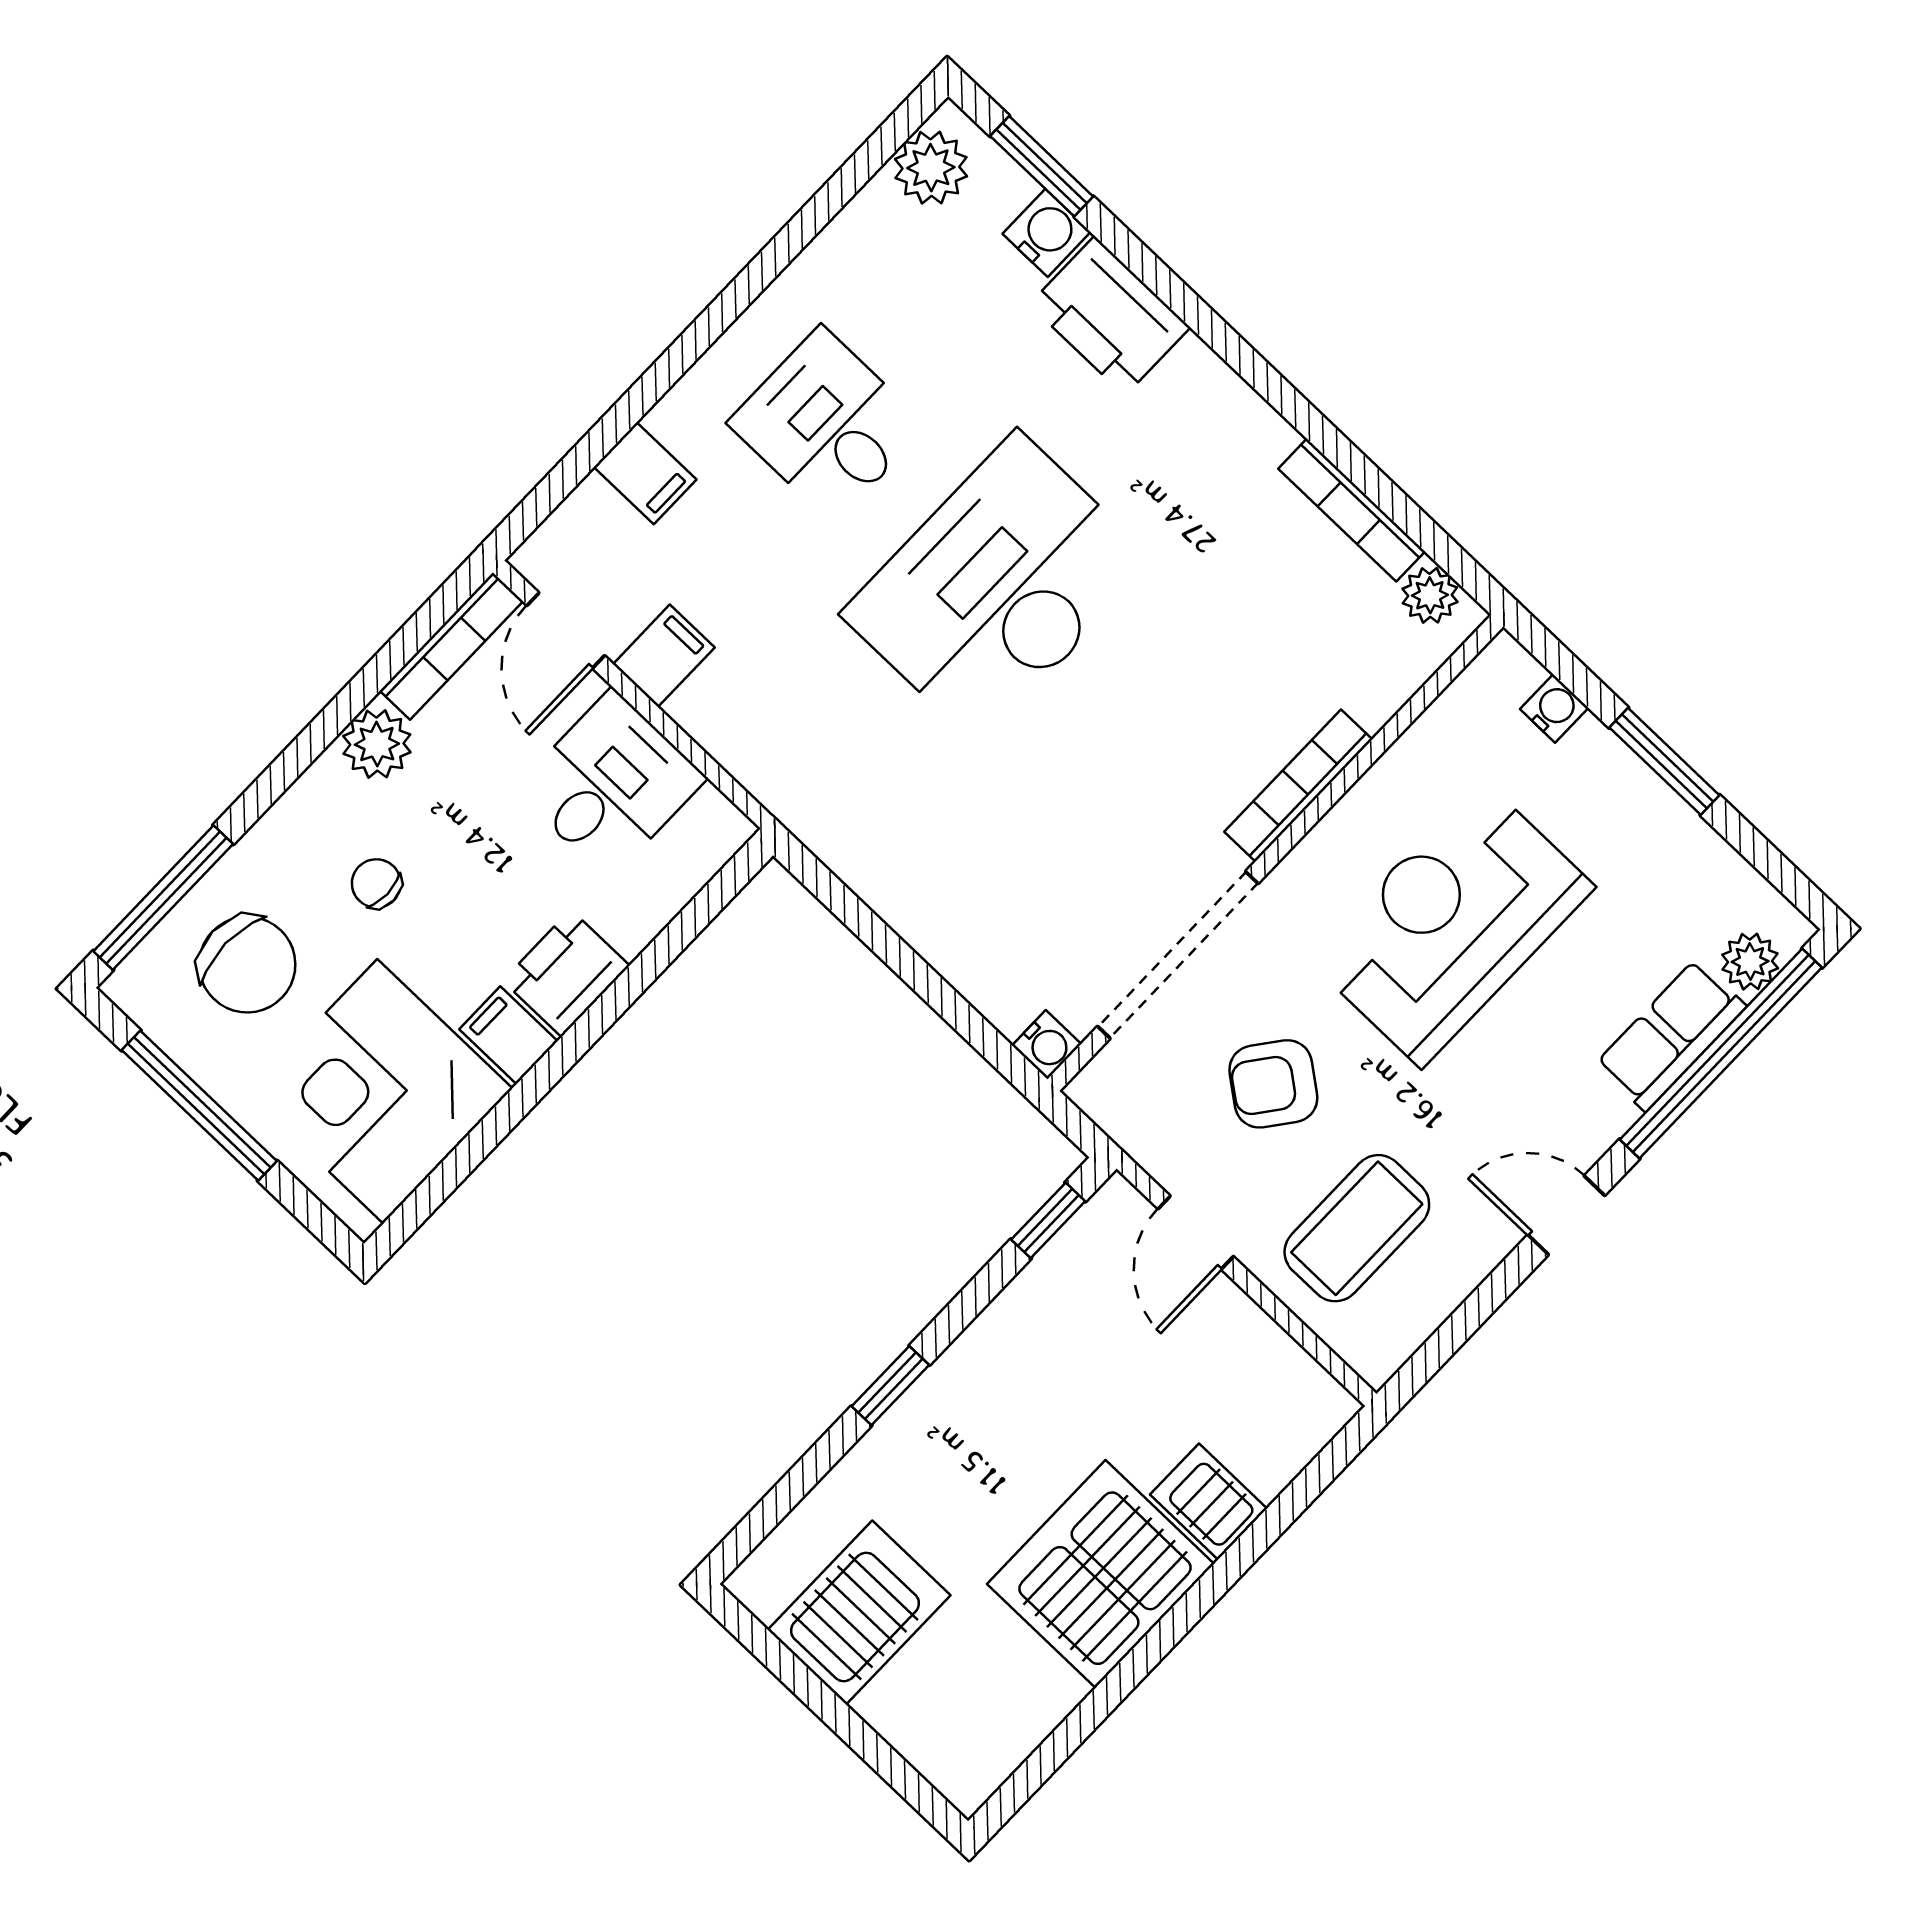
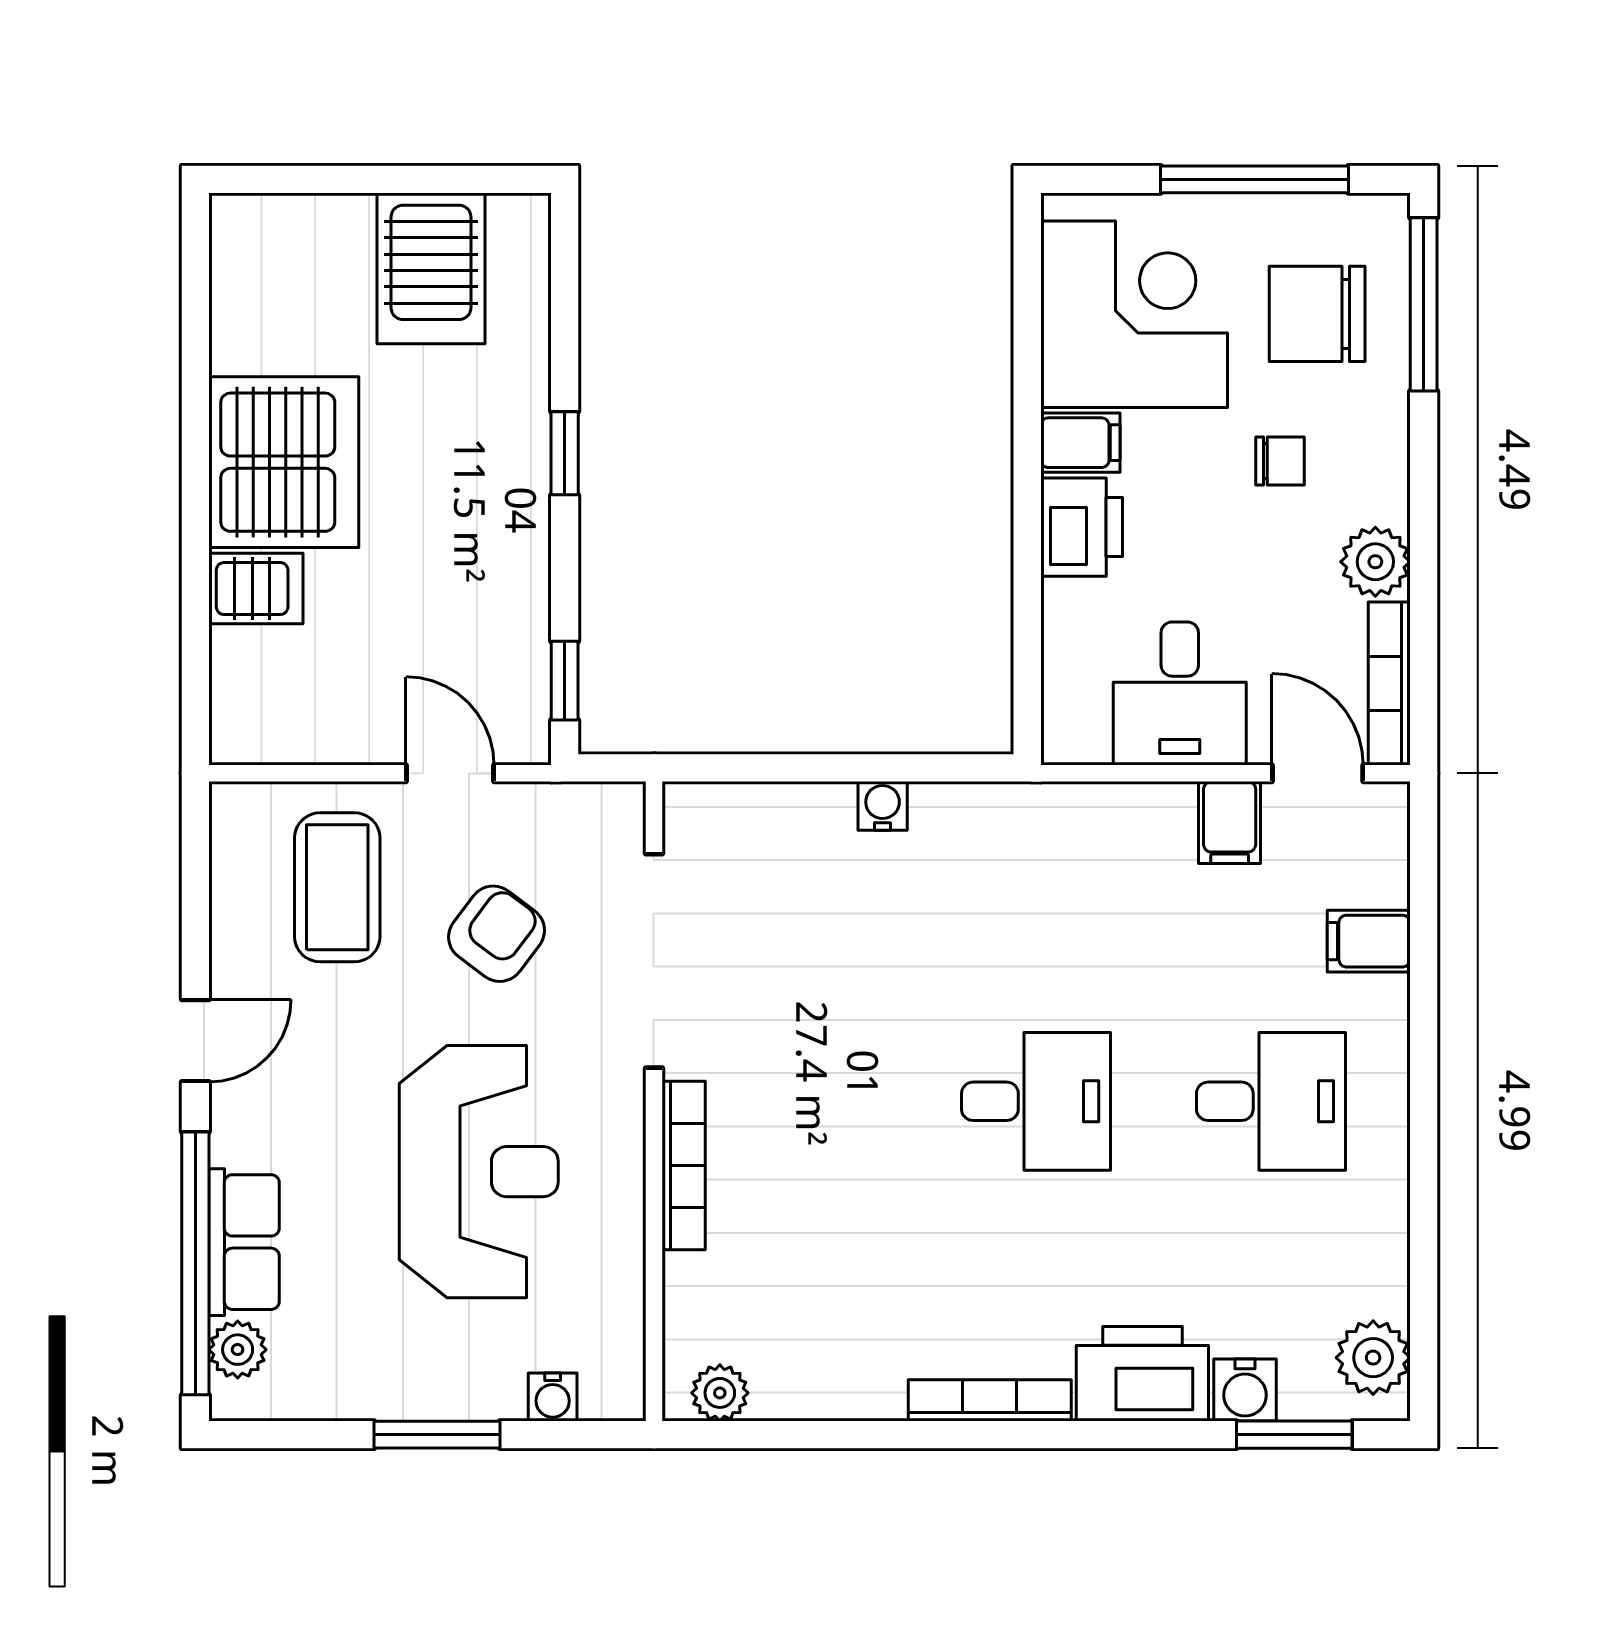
bookcase: (1352, 510) -> (990, 1400), moved
desk: (998, 588) -> (1036, 1101), width x0.53, depth x0.77
water cooler: (1047, 1045) -> (883, 806), moved, turned 90

